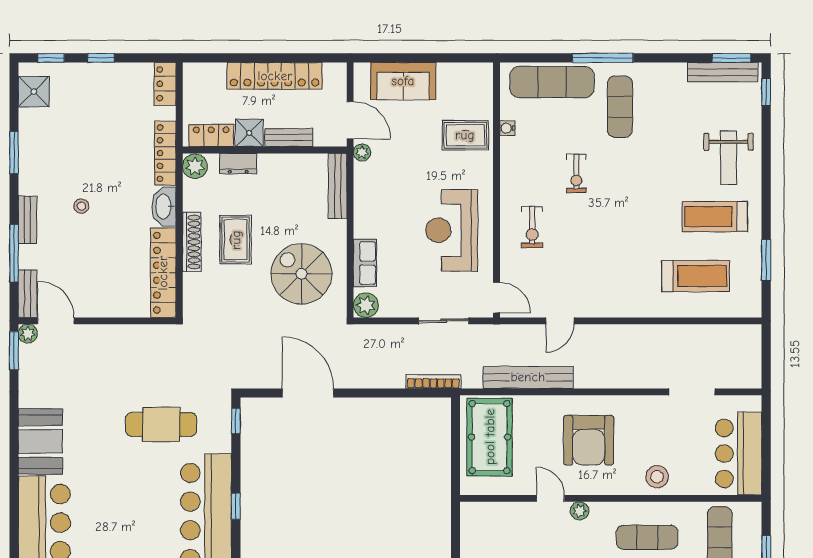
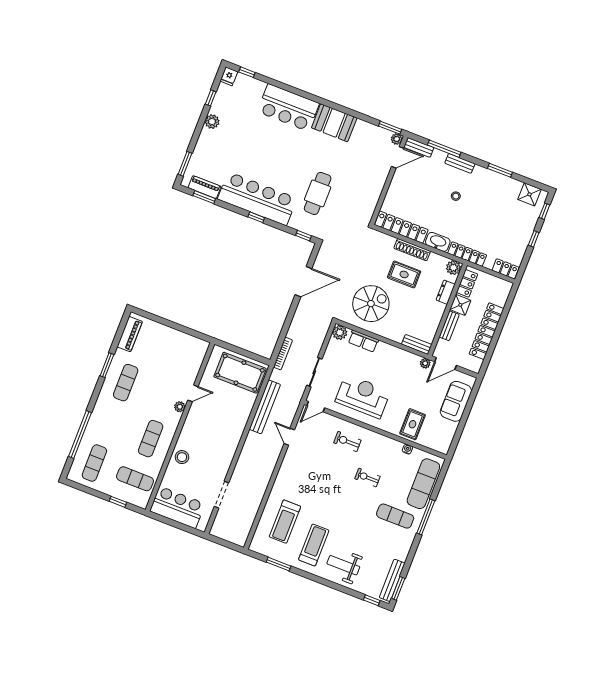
bench: (338, 186) -> (417, 344), width x0.73
armchair: (589, 440) -> (217, 427), removed

